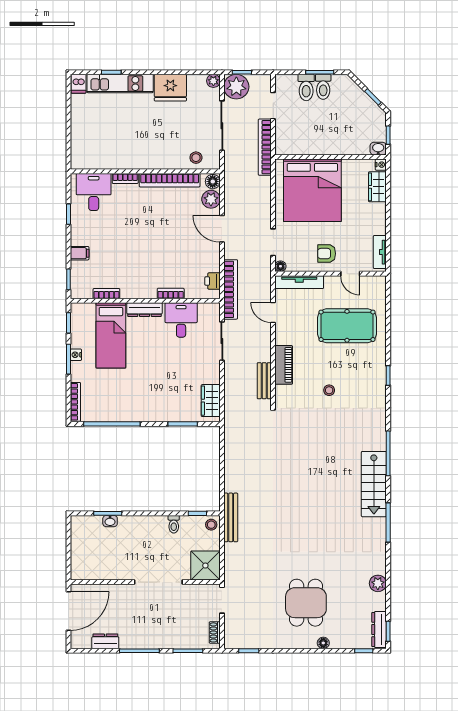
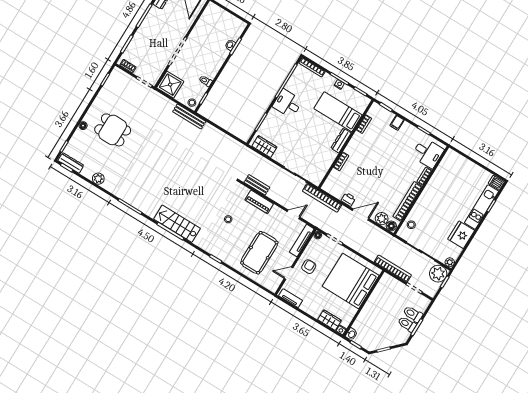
printer: (212, 281) -> (348, 199), moved
desk: (181, 320) -> (287, 104), moved, turned 180
stairs: (374, 484) -> (177, 224), moved

